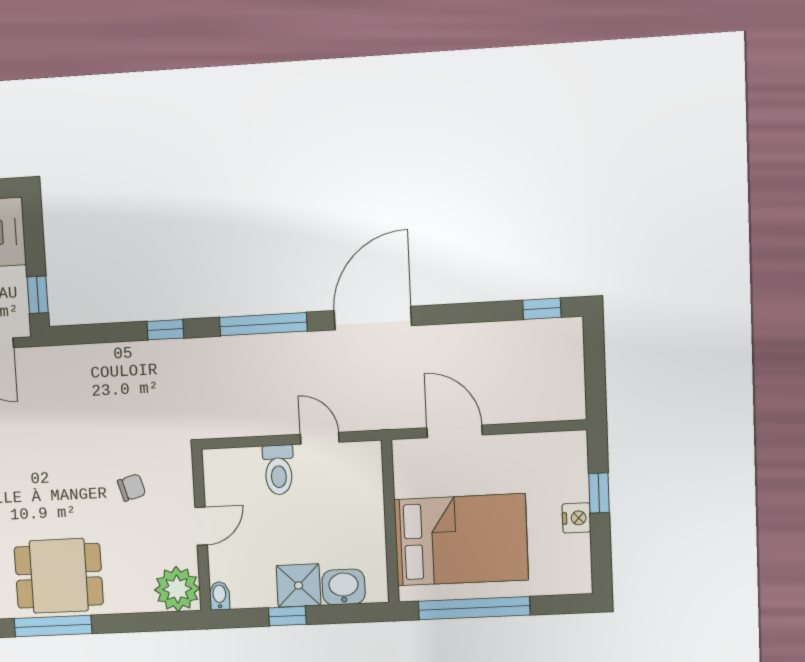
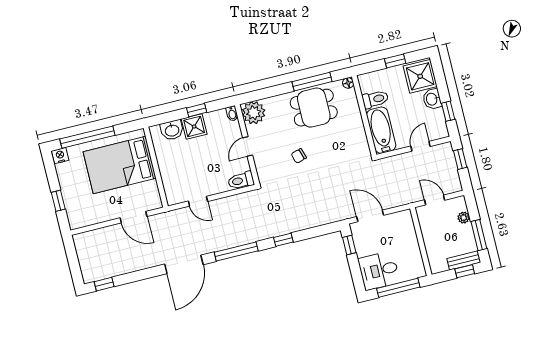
toilet: (278, 470) -> (241, 180), moved, turned -90
chair: (132, 488) -> (299, 156), moved
nightstand: (576, 518) -> (60, 156), moved, turned 90
window: (474, 608) -> (87, 137), moved

